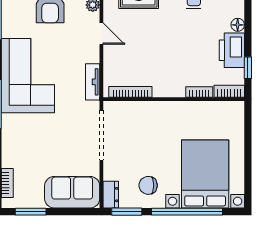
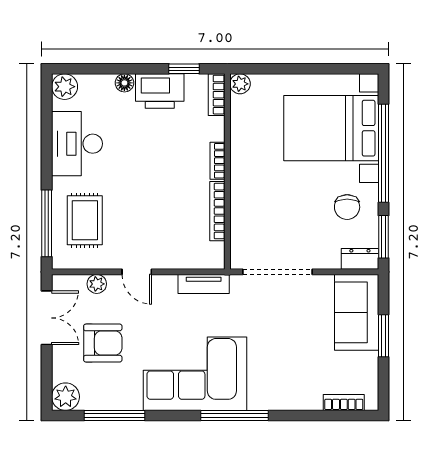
door: (101, 34) -> (137, 272), swing flipped
bookcase: (130, 92) -> (217, 211), moved
bookcase: (199, 92) -> (218, 161), moved
plant: (237, 108) -> (240, 84), added
window: (31, 212) -> (383, 336), moved

